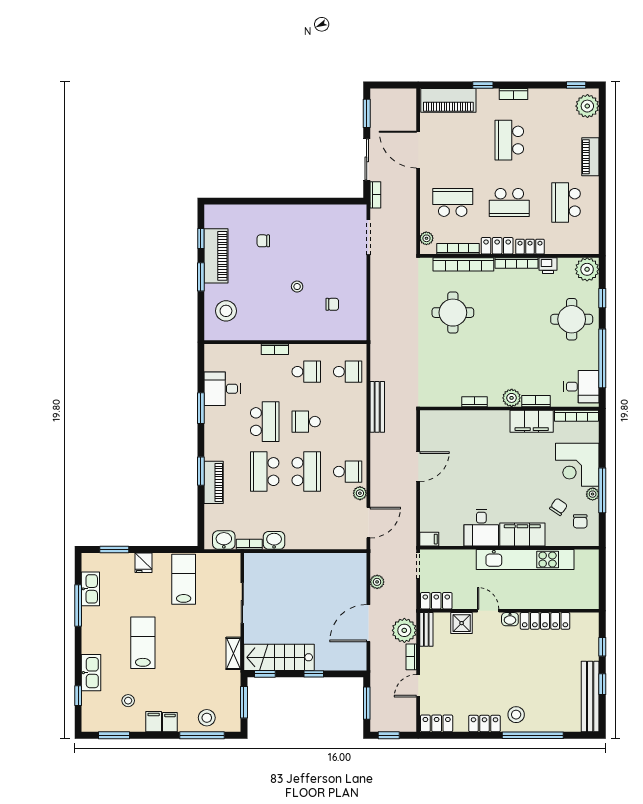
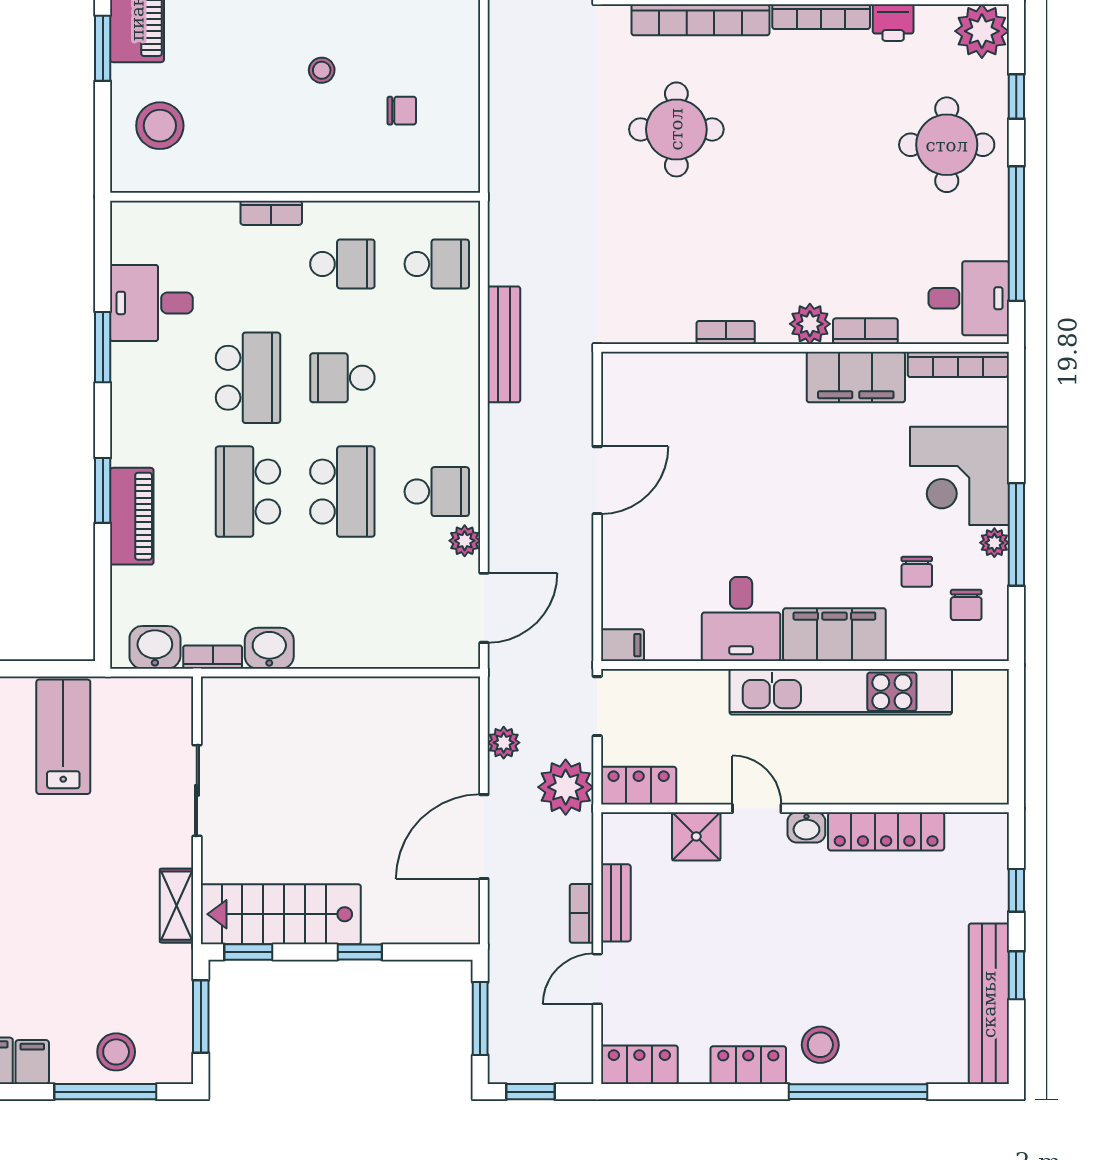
chair: (558, 507) -> (917, 572), turned 146
bench: (426, 629) -> (616, 903), moved
plant: (404, 630) -> (566, 787), moved

